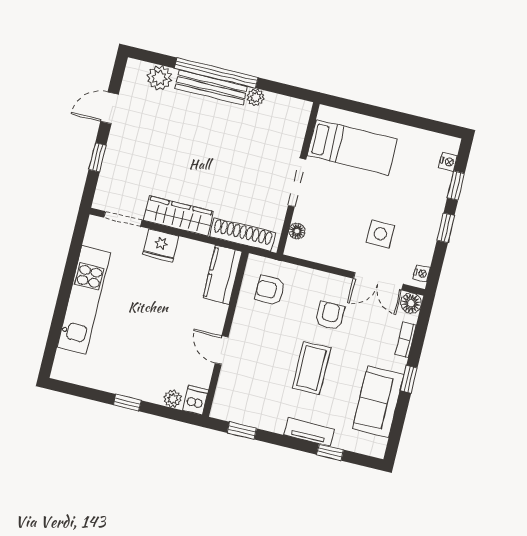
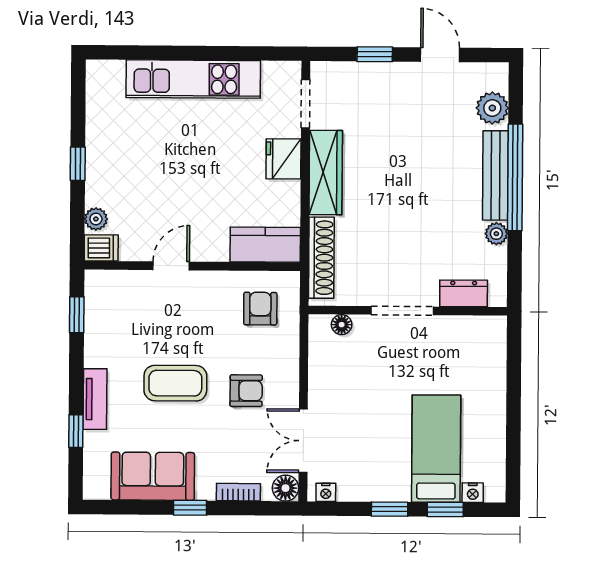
dresser: (295, 133) -> (464, 293), added
bed: (352, 147) -> (436, 449), moved, turned 180
side table: (380, 234) -> (363, 429), removed

